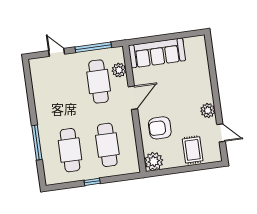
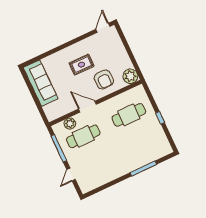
sofa: (157, 53) -> (41, 83), moved
plant: (208, 110) -> (80, 47), removed
door: (221, 133) -> (103, 28), moved
cafe table: (70, 150) -> (141, 142), removed
rug: (193, 150) -> (82, 65), moved

